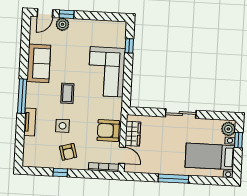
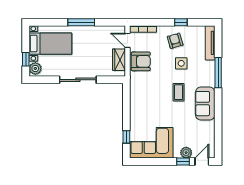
sofa: (39, 63) -> (205, 104), moved
corner sofa: (107, 72) -> (151, 143), moved, turned -90
window: (22, 96) -> (218, 73), moved
sliding door: (181, 114) -> (78, 80), width x1.37
tv unit: (30, 122) -> (210, 43), moved, width x1.41

